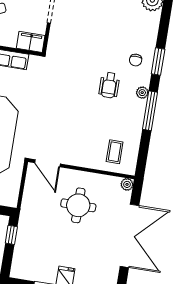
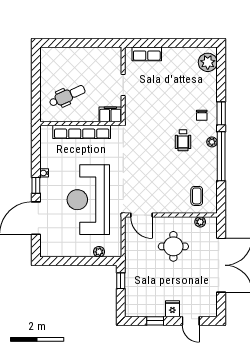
window: (150, 111) -> (221, 156), width x1.46
plant: (127, 184) -> (200, 222), moved

